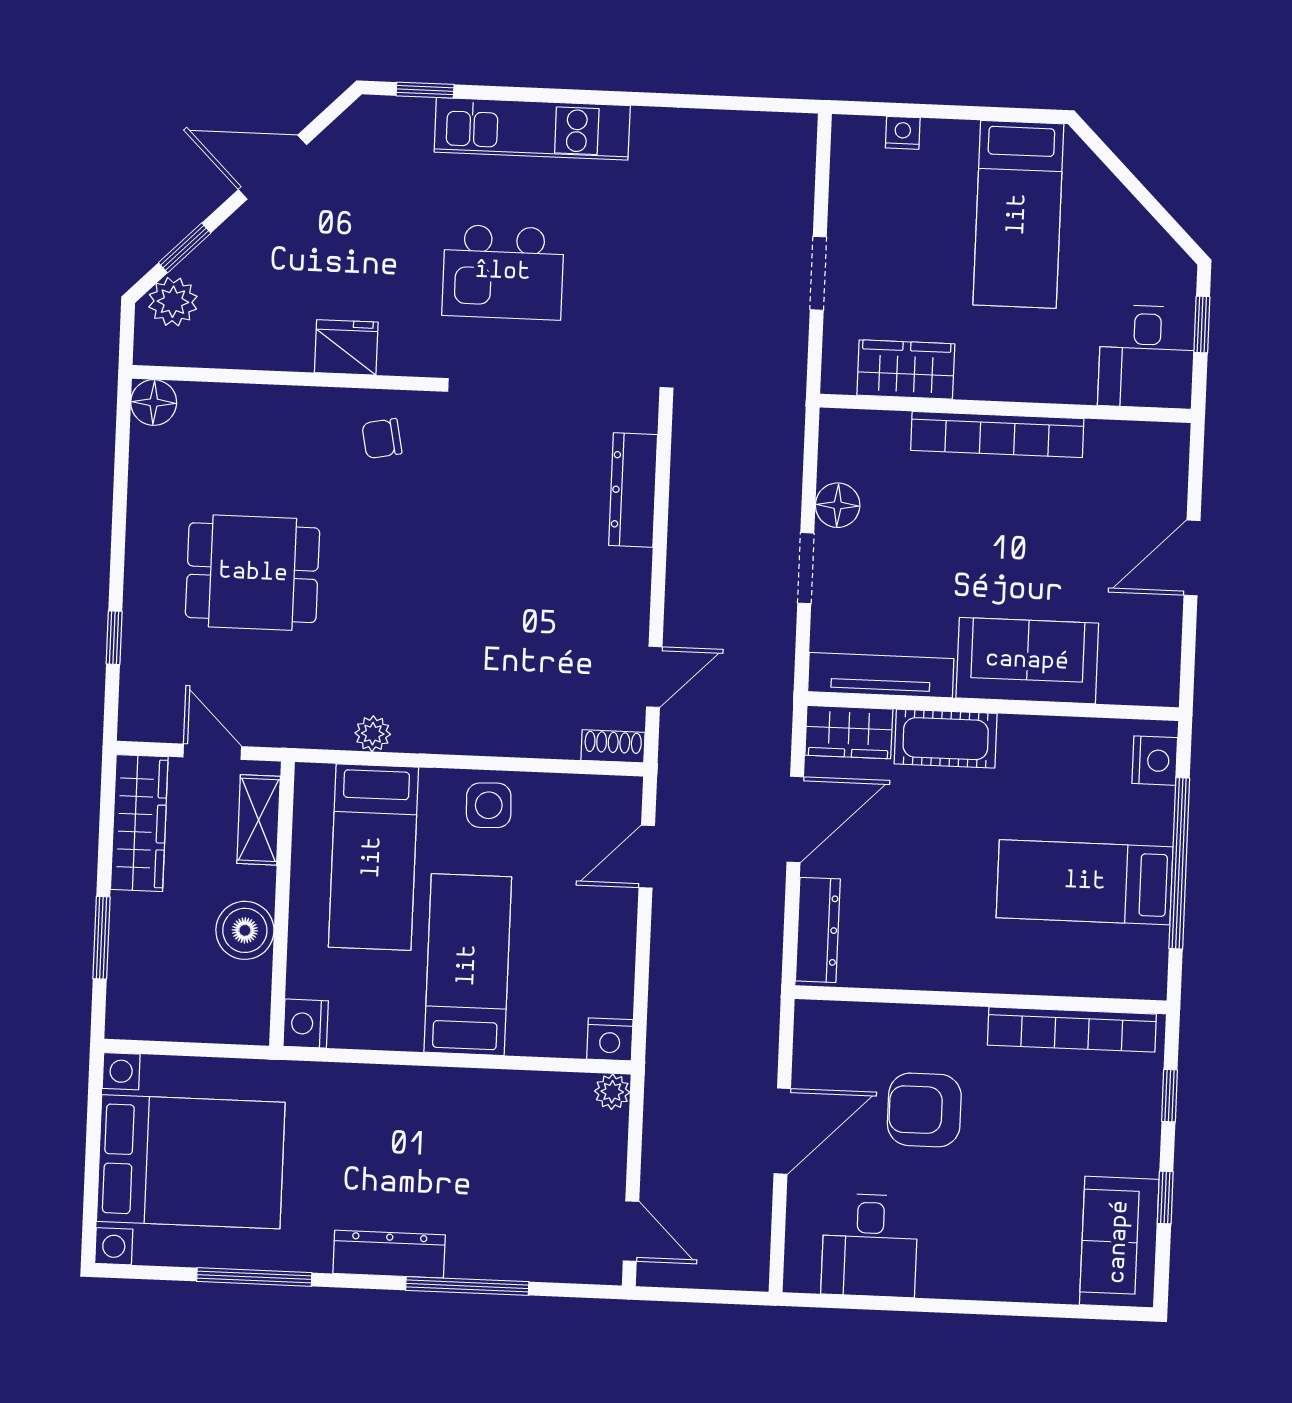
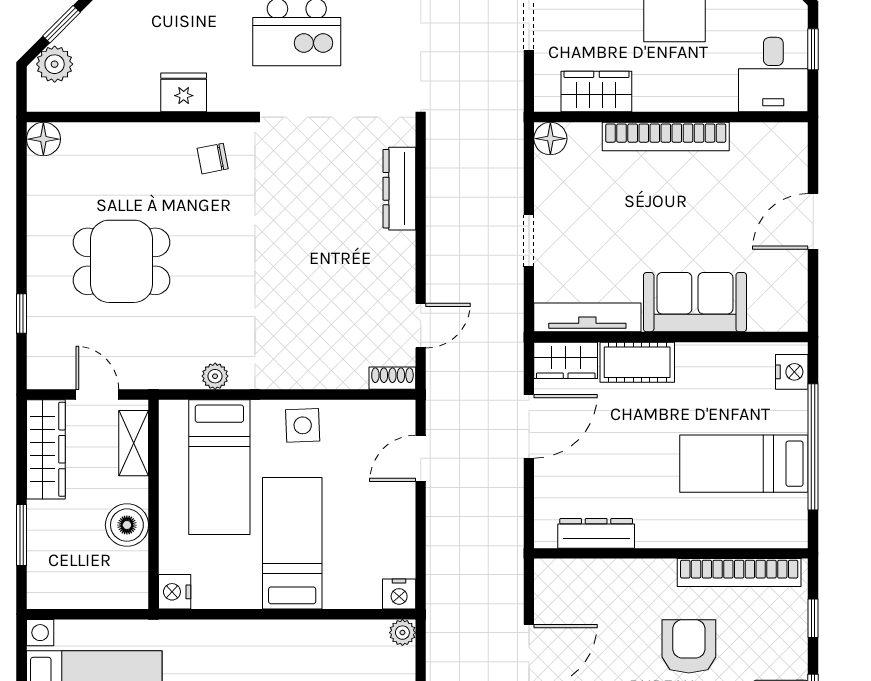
floor lamp: (838, 505) -> (550, 139), moved
dresser: (818, 930) -> (596, 533), moved, turned -90
armchair: (924, 1110) -> (689, 646), moved, turned 90

